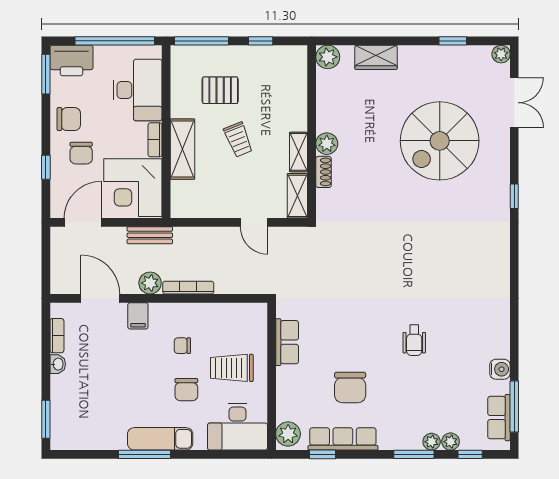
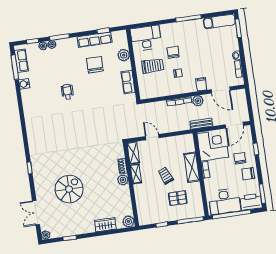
desk: (138, 90) -> (224, 201), moved, turned -90
spiral stairs: (440, 141) -> (69, 189), width x0.73, depth x0.73
plant: (288, 434) -> (124, 55), moved
exam couch: (160, 439) -> (219, 21), moved

